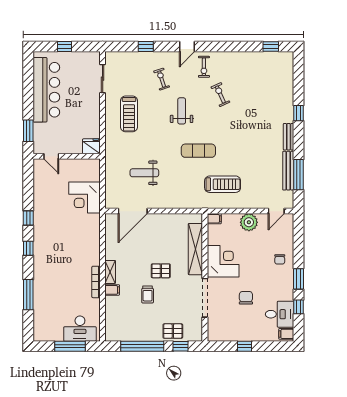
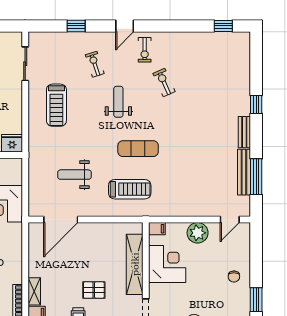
treadmill: (223, 184) -> (130, 189), moved
corner desk: (223, 261) -> (167, 264), moved

